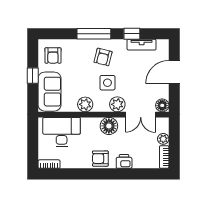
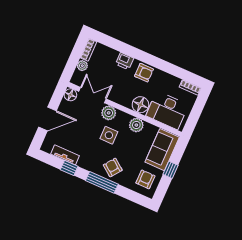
armchair: (103, 57) -> (113, 168), moved, turned -67
floor lamp: (109, 126) -> (140, 105), moved

